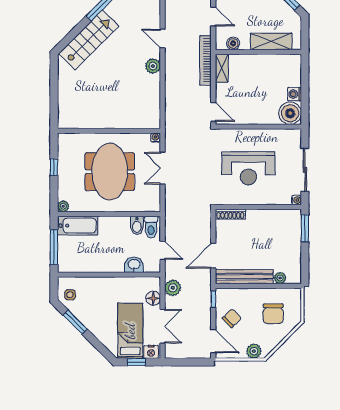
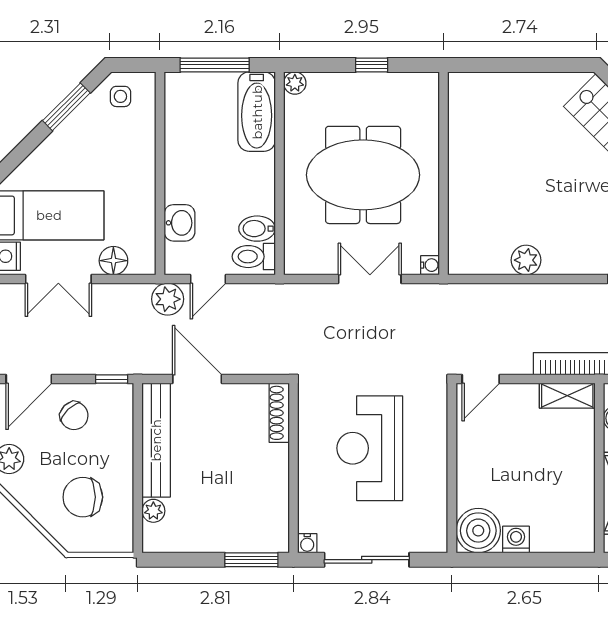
plant: (153, 66) -> (526, 260), moved
plant: (173, 288) -> (168, 299), moved

